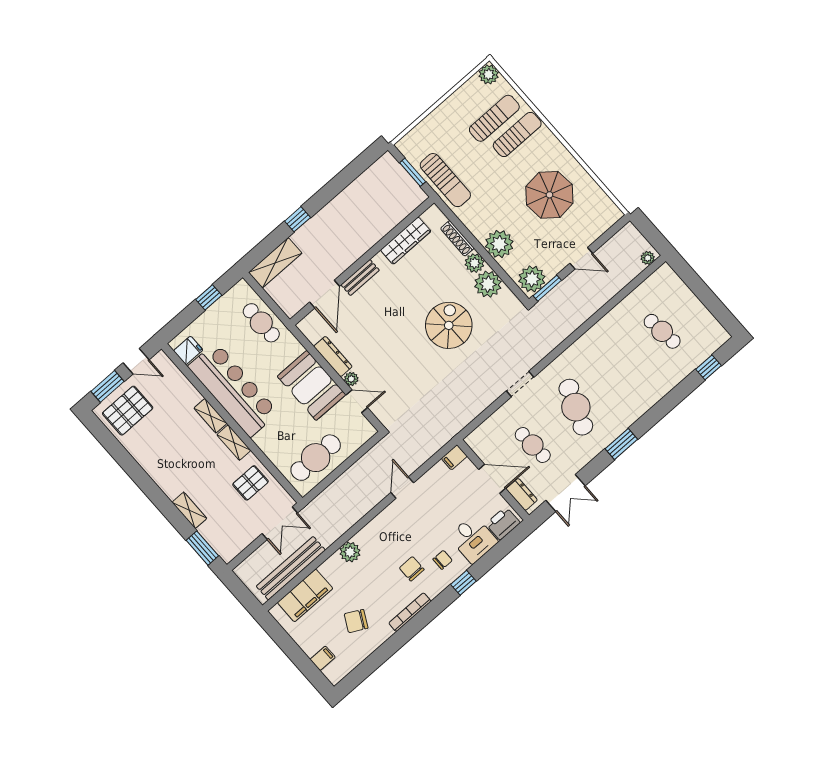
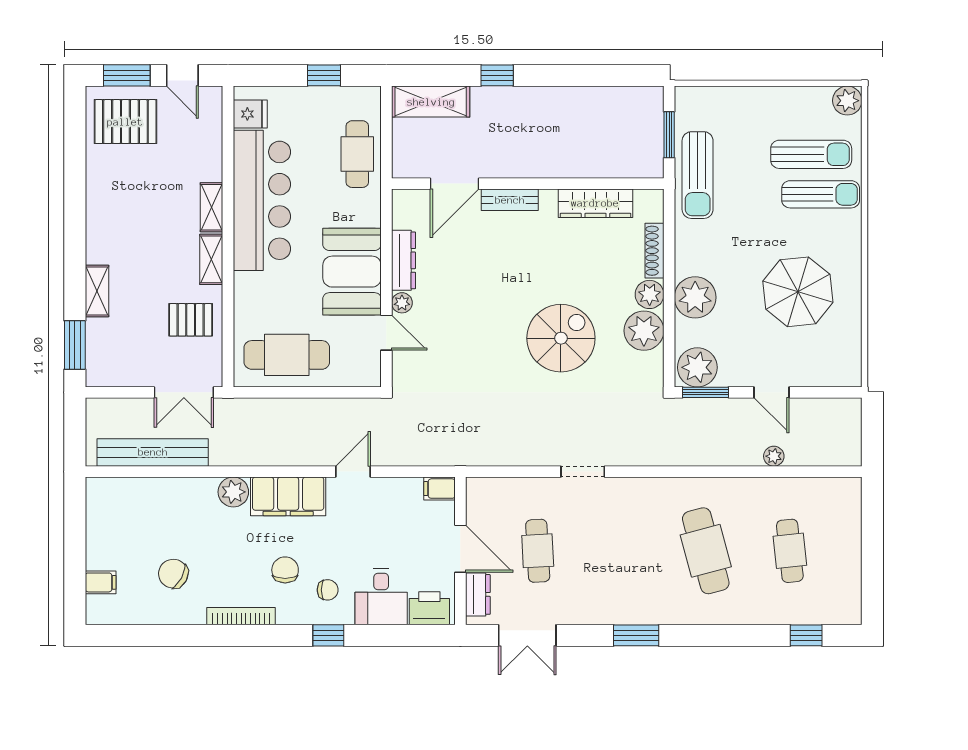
plant: (648, 258) -> (774, 456), moved
cafe table: (576, 407) -> (706, 551), moved, turned -36
filing cabinet: (305, 595) -> (288, 496), moved

